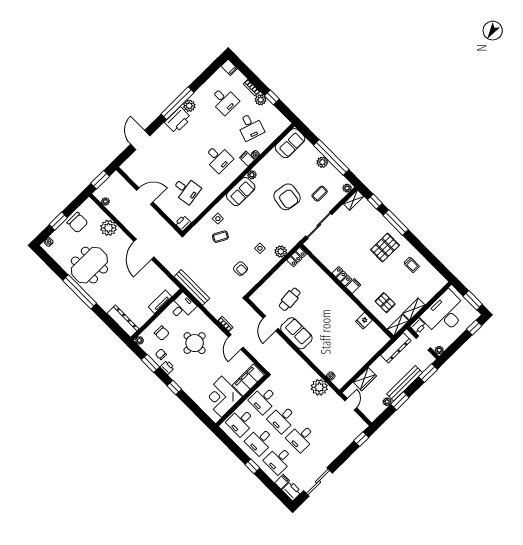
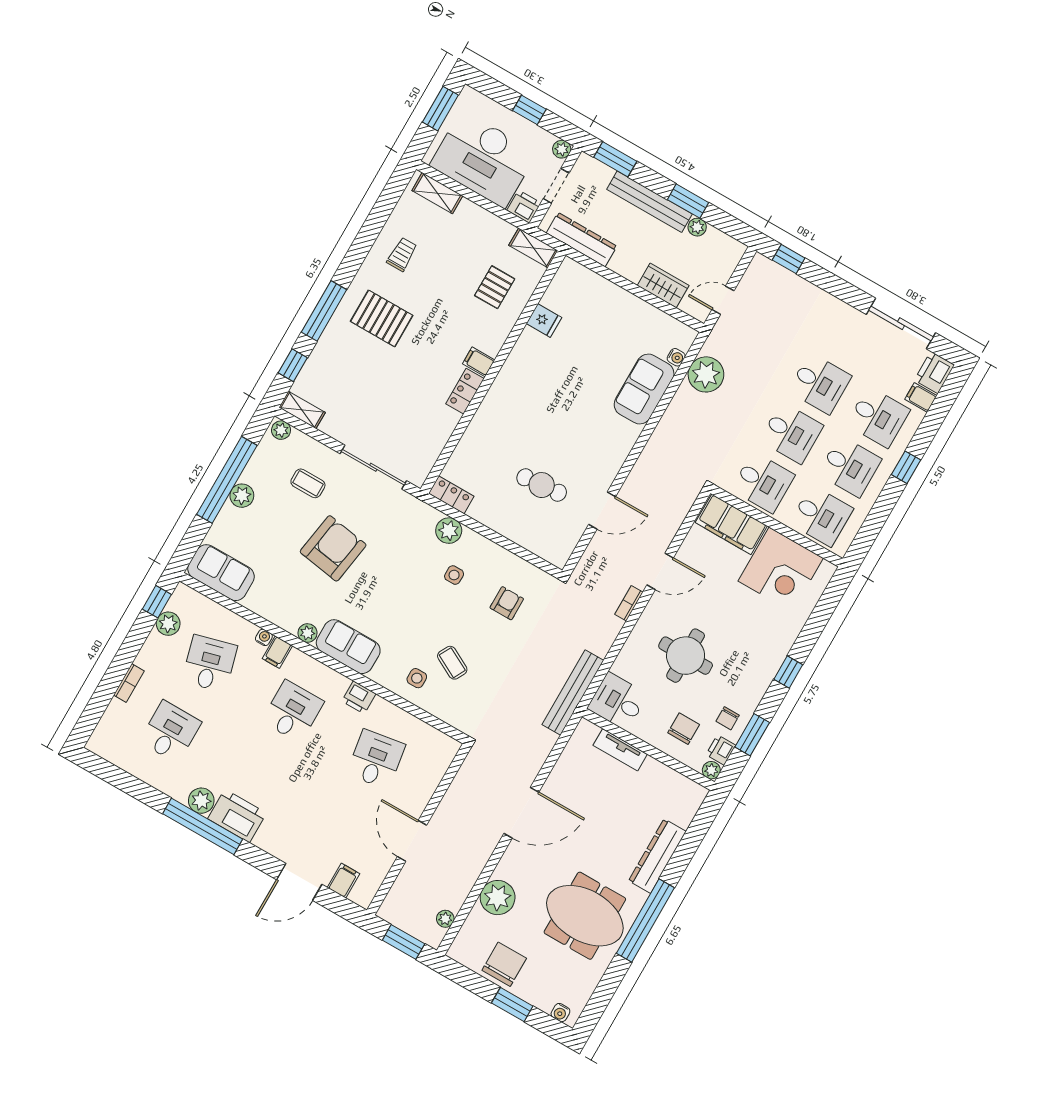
filing cabinet: (229, 67) -> (343, 881), moved
window: (272, 97) -> (157, 602), moved
plant: (261, 100) -> (168, 624), moved
desk: (250, 127) -> (210, 664), turned -33
printer: (183, 223) -> (359, 697), moved
shelving: (414, 309) -> (437, 193), moved
dresser: (123, 321) -> (657, 856), moved
window: (474, 327) -> (529, 110), moved
sofa: (296, 333) -> (644, 389), moved
printer: (167, 367) -> (721, 750), moved

